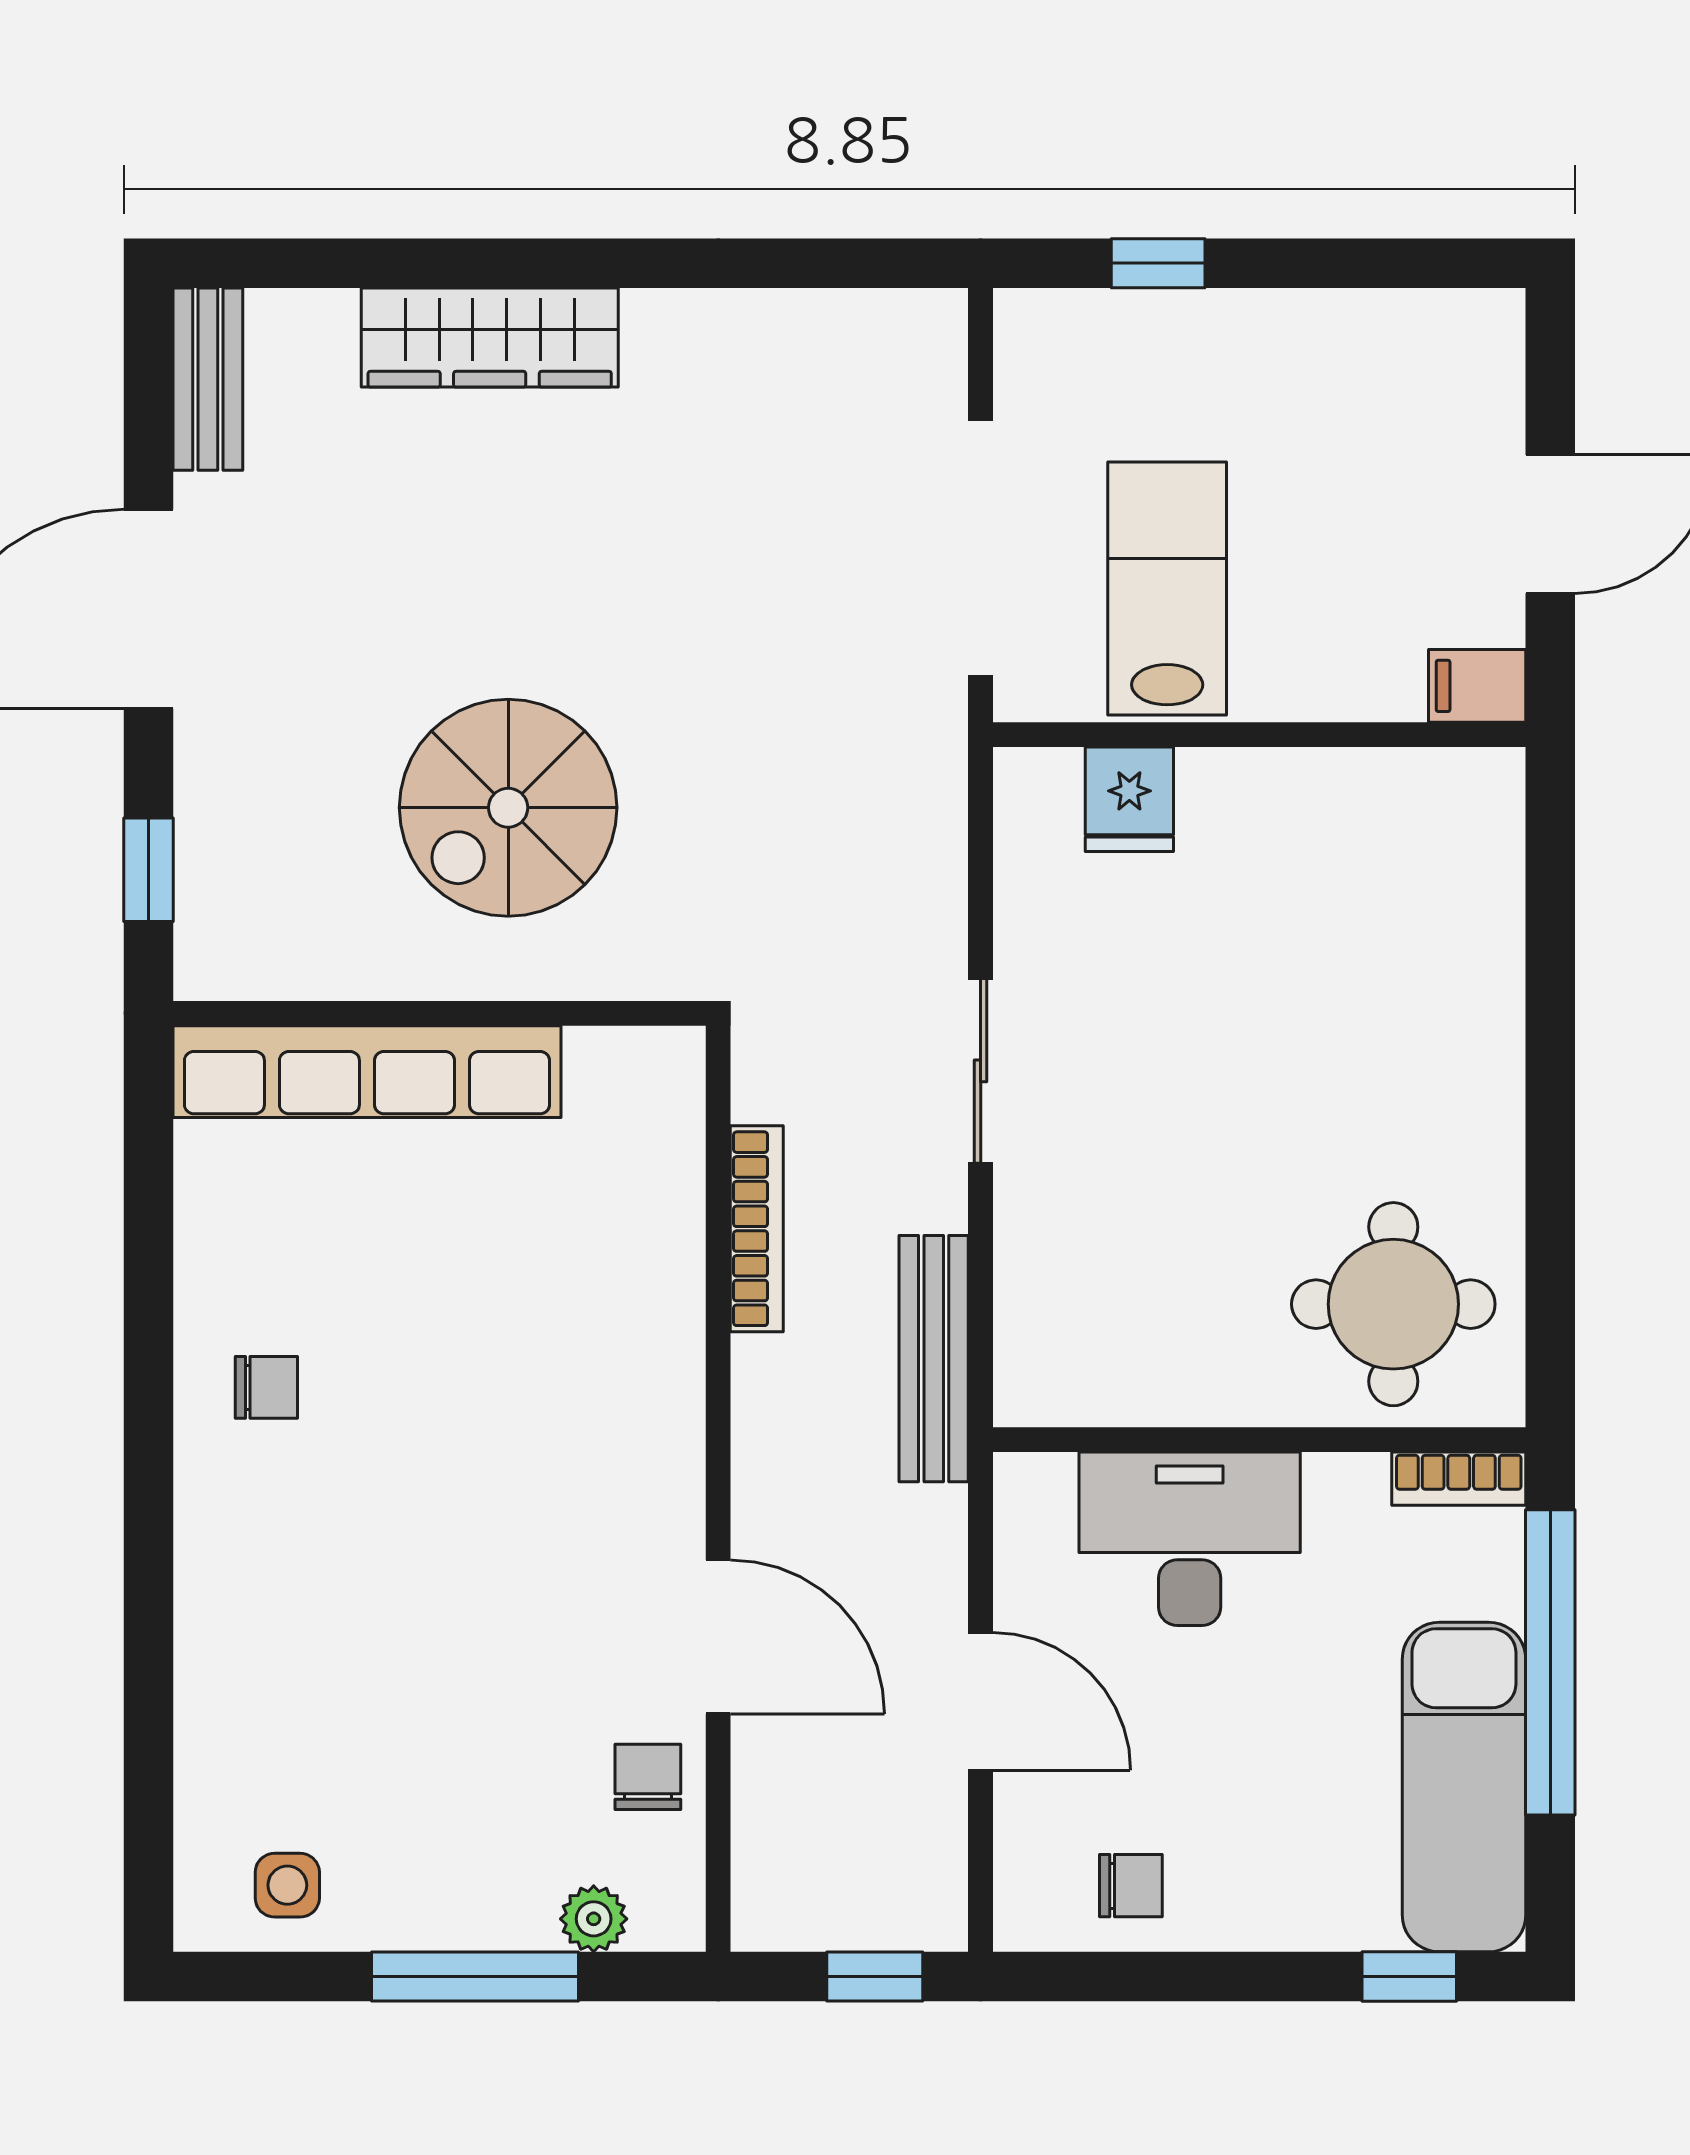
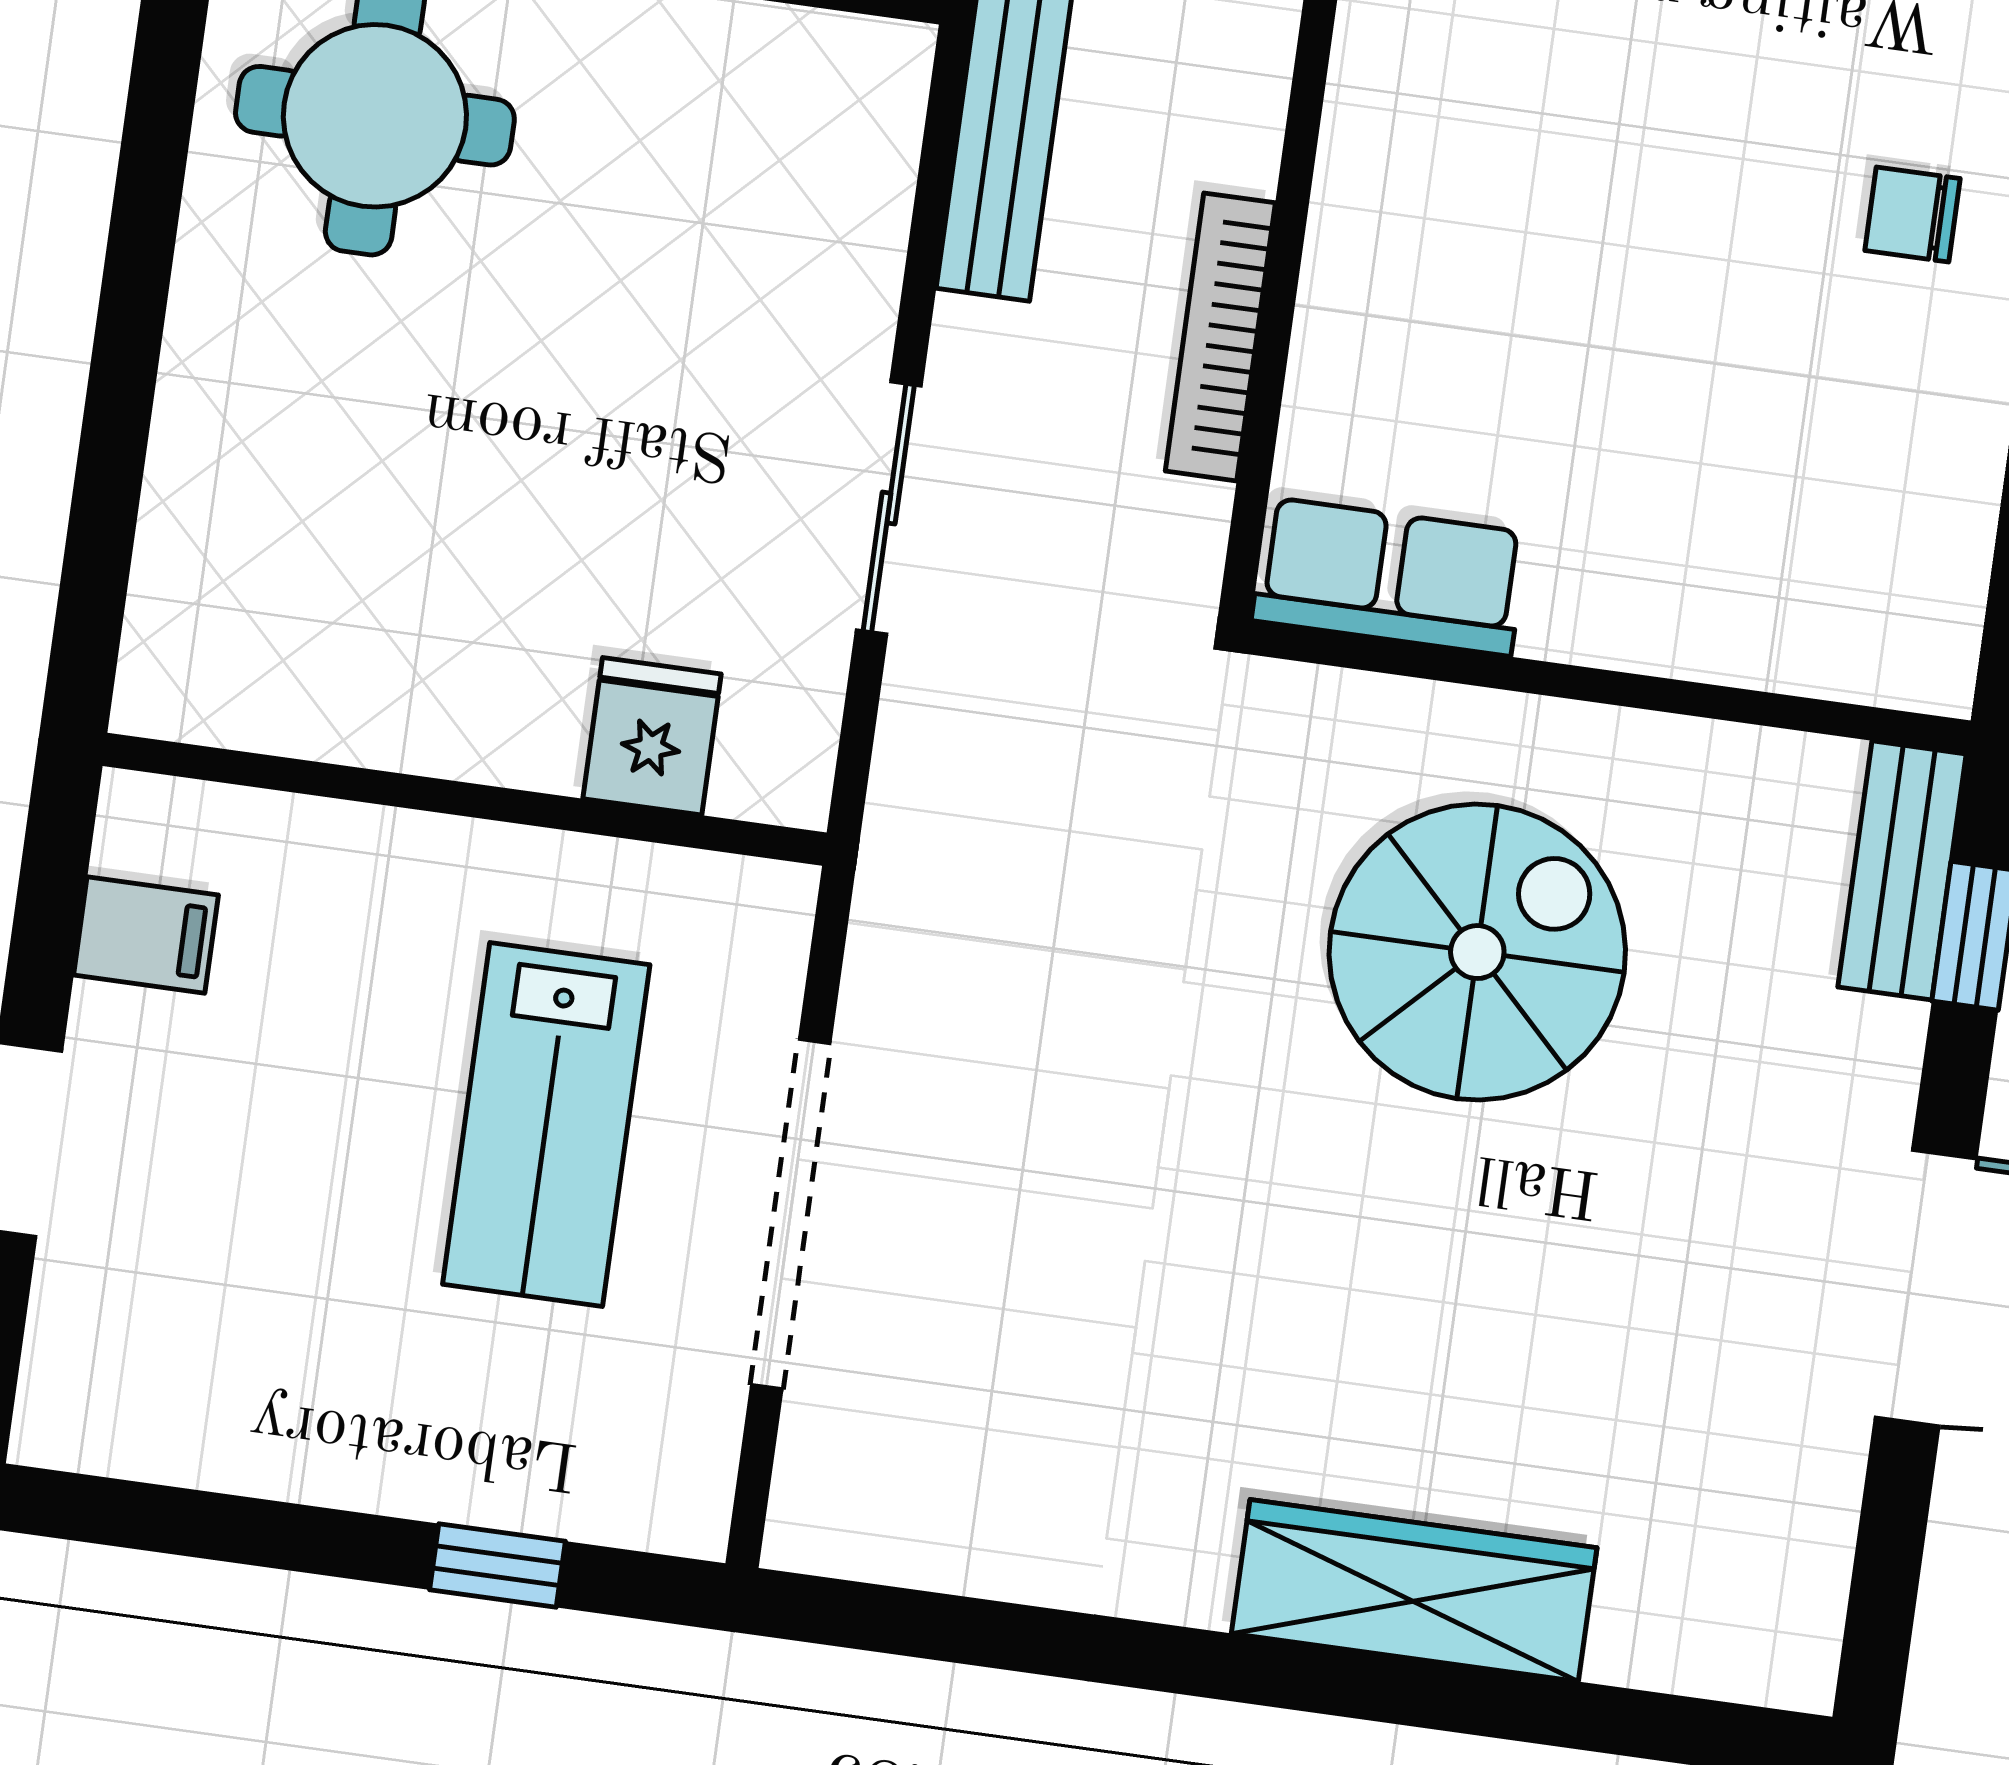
bench: (208, 379) -> (1902, 870), moved
wall: (1259, 735) -> (465, 799), moved
fridge: (1129, 799) -> (652, 736), moved
row of seats: (367, 1072) -> (1390, 577), moved, width x0.50

